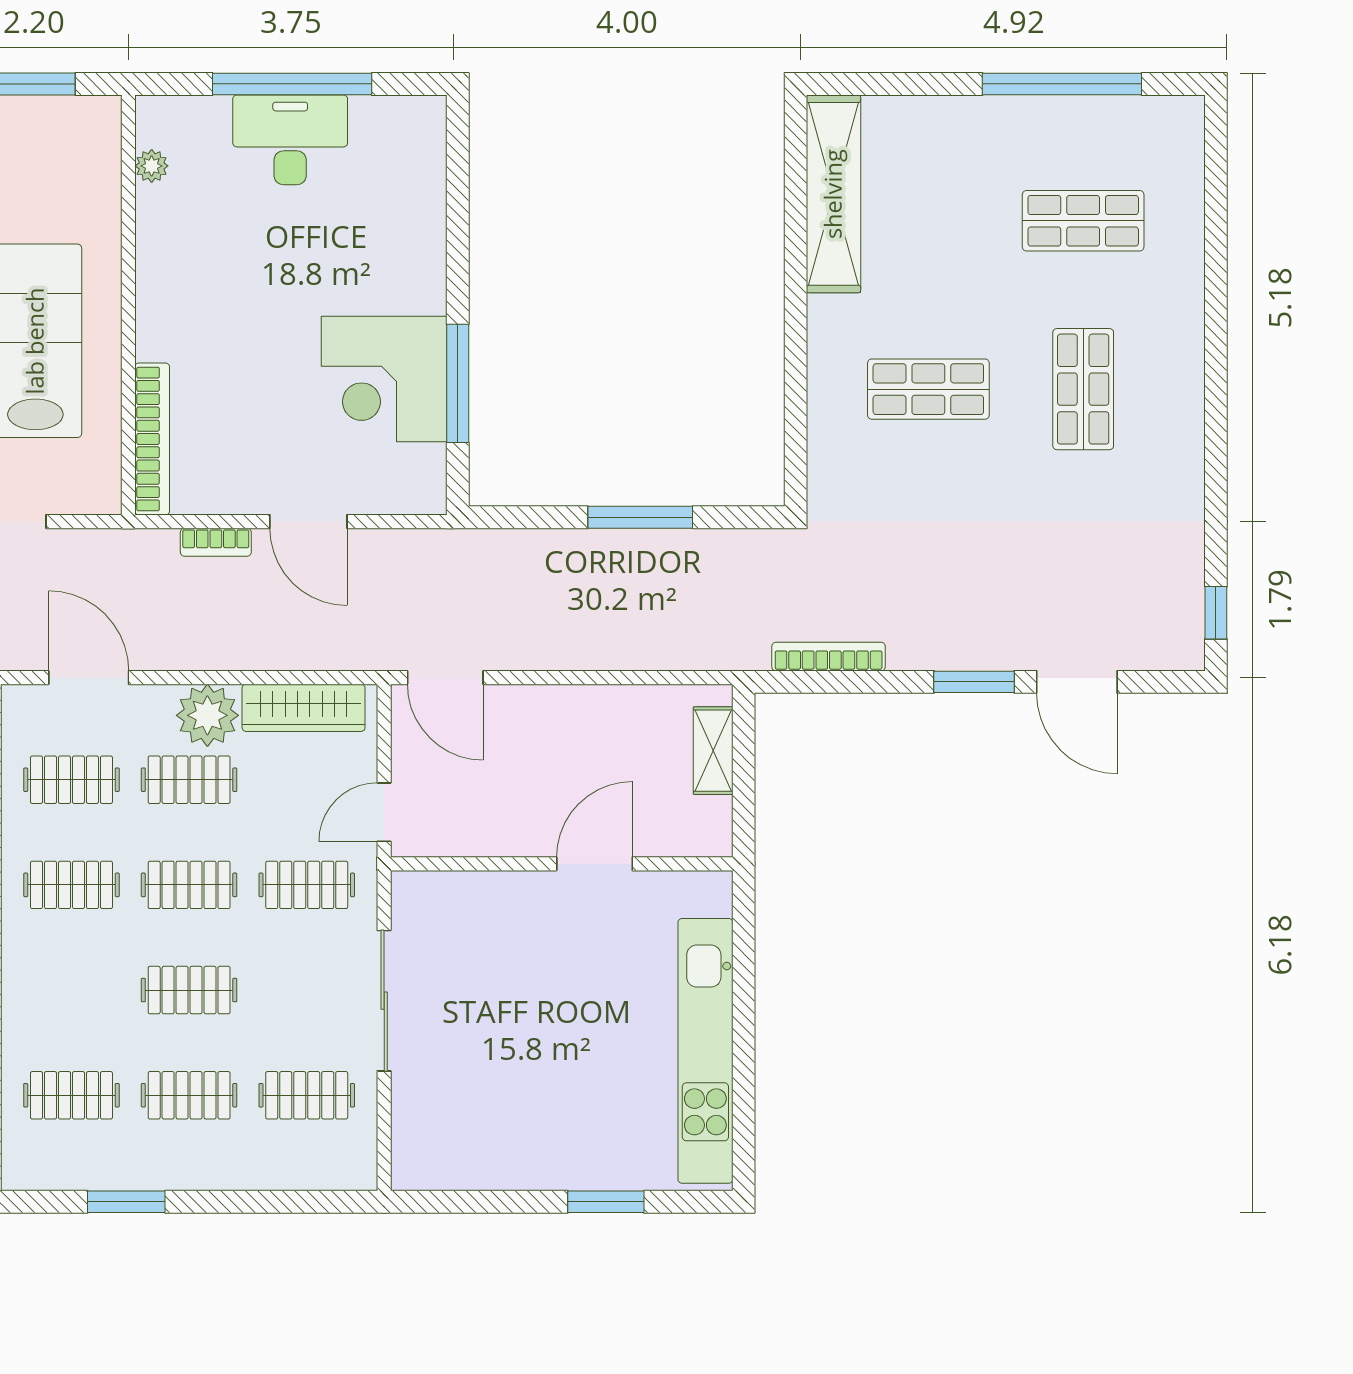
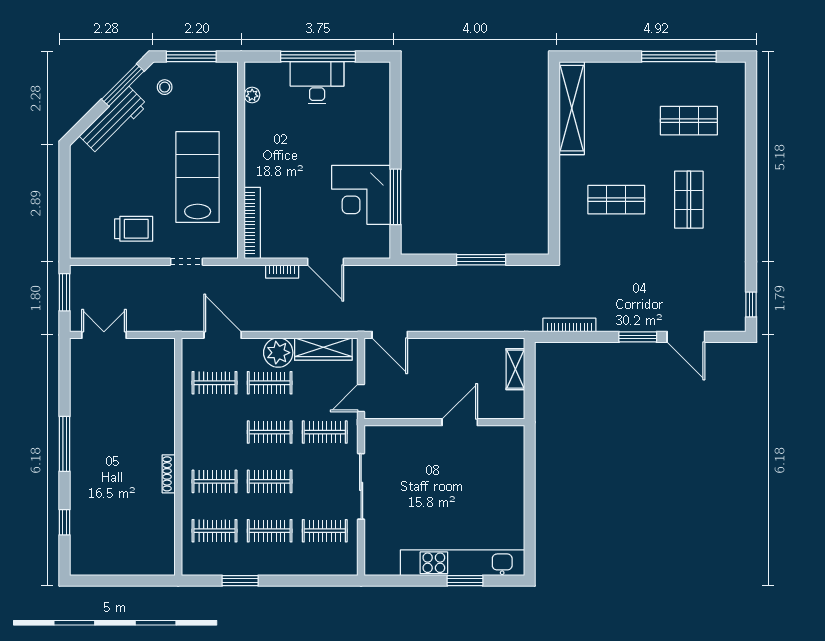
clothes rail: (71, 885) -> (214, 481), moved
kitchen unit: (705, 1051) -> (462, 563), moved, turned 90

